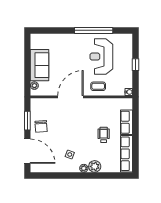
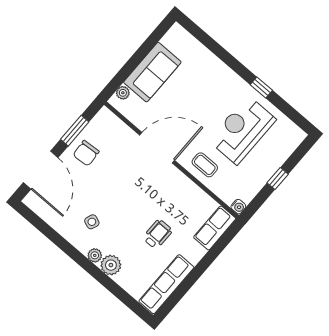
window: (94, 30) -> (261, 88), width x0.32
row of seats: (127, 122) -> (215, 228), moved

